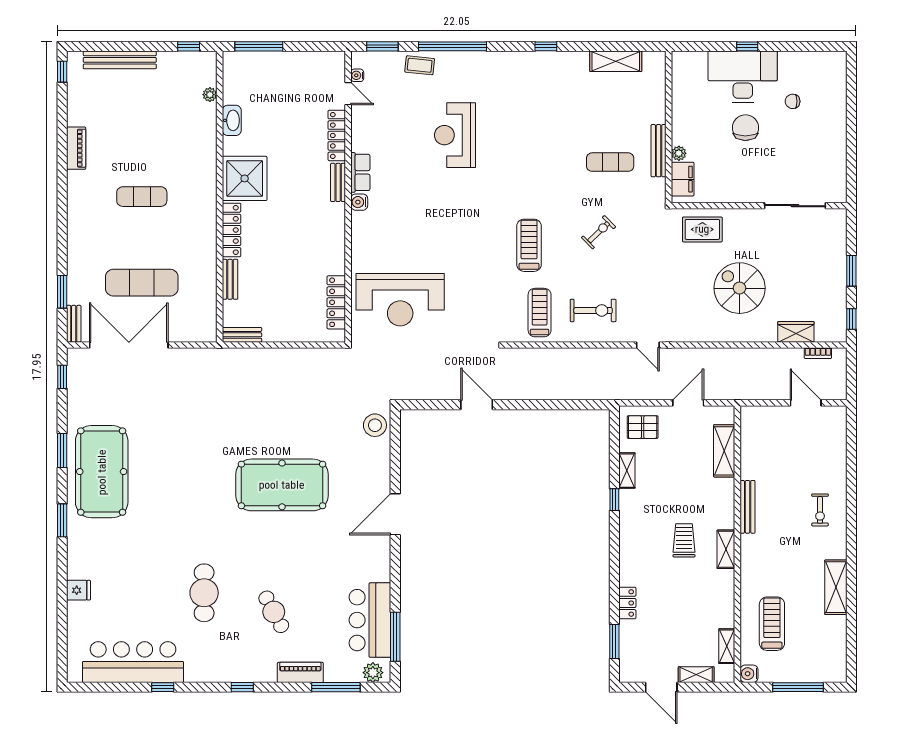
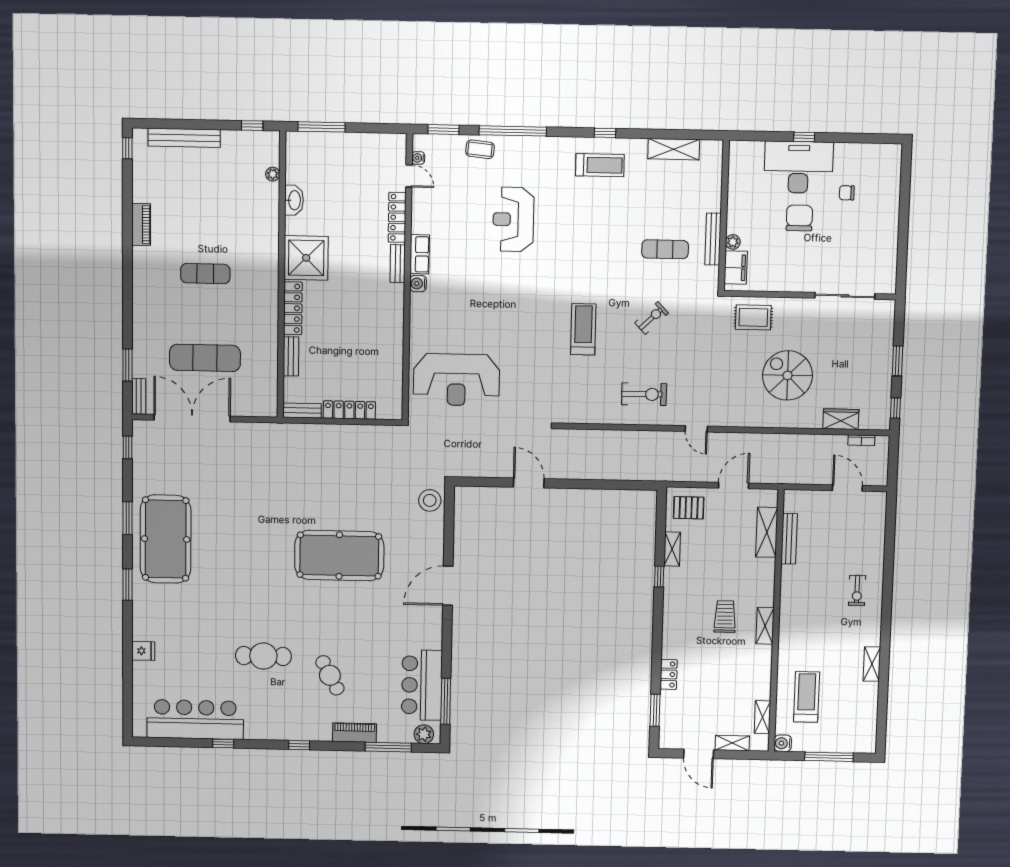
locker: (336, 302) -> (349, 410), moved, turned 90
treadmill: (540, 313) -> (600, 165), moved, turned 90
bench: (748, 507) -> (789, 539), moved
shelving: (836, 587) -> (872, 664), width x0.67, depth x0.75
cafe table: (204, 593) -> (263, 656), turned 90

